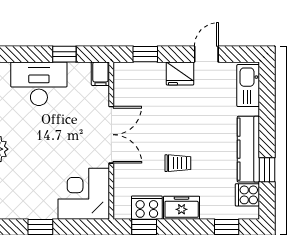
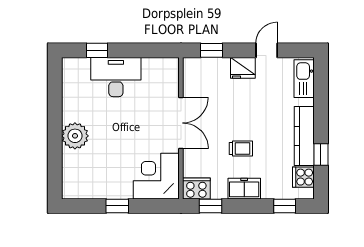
window: (64, 54) -> (97, 50), moved
filing cabinet: (100, 74) -> (171, 68), removed
cooker: (147, 208) -> (196, 188), moved

